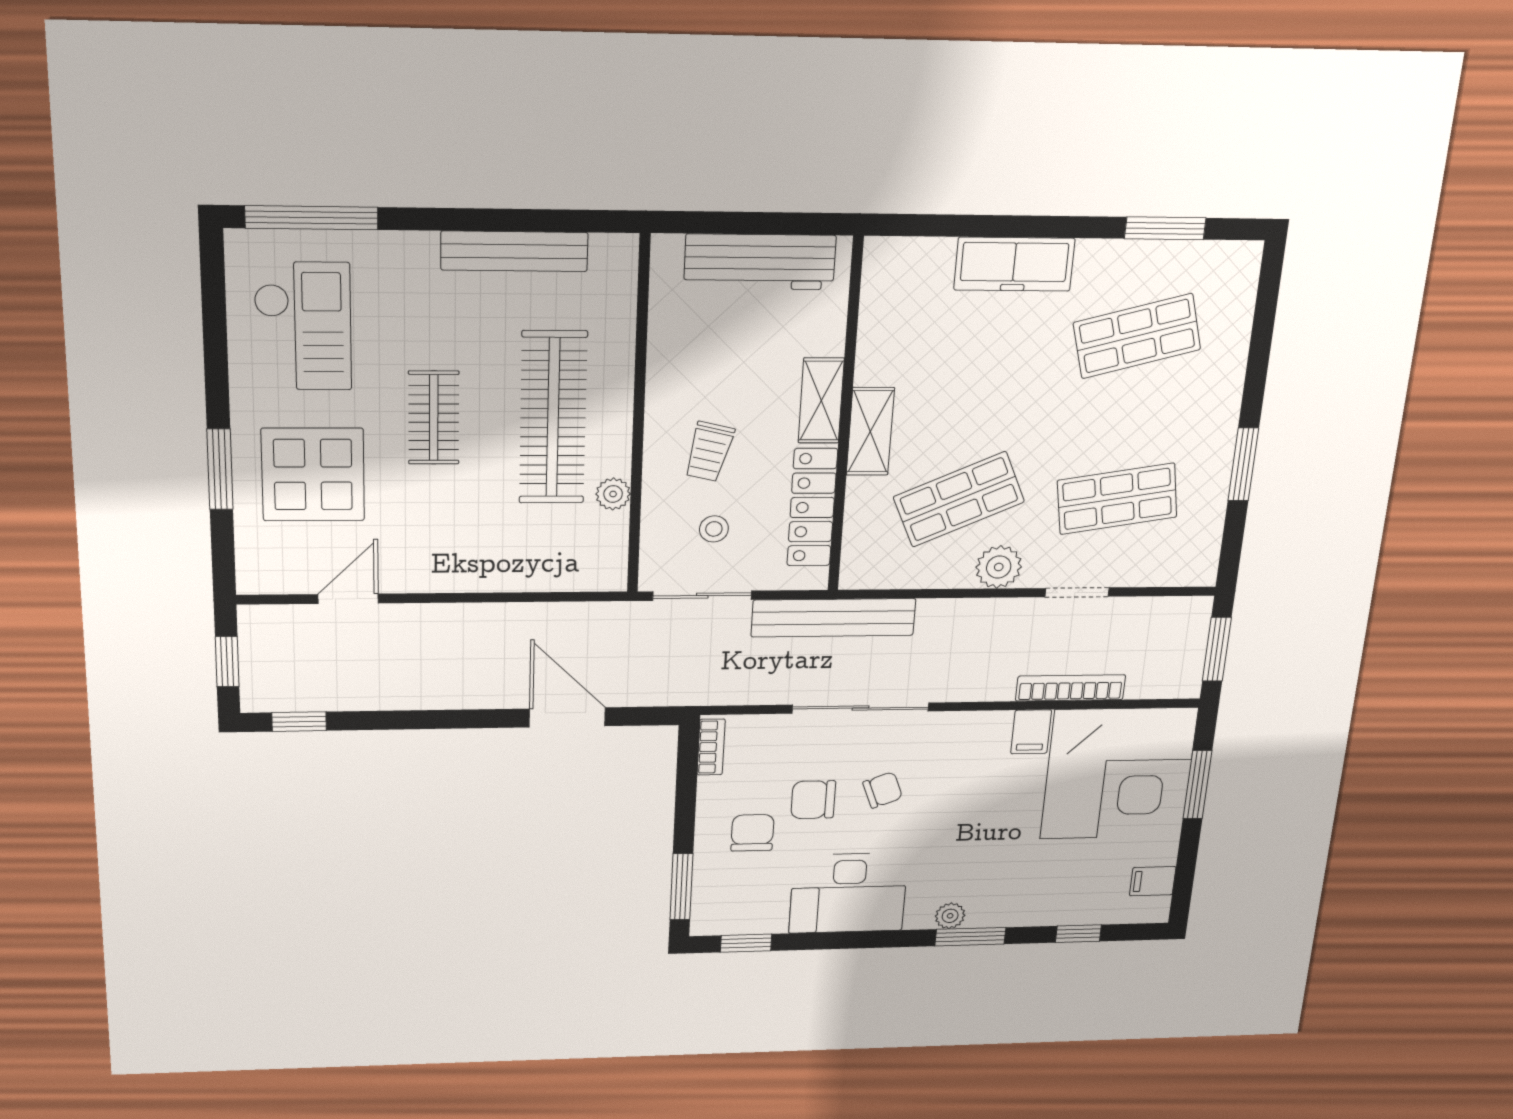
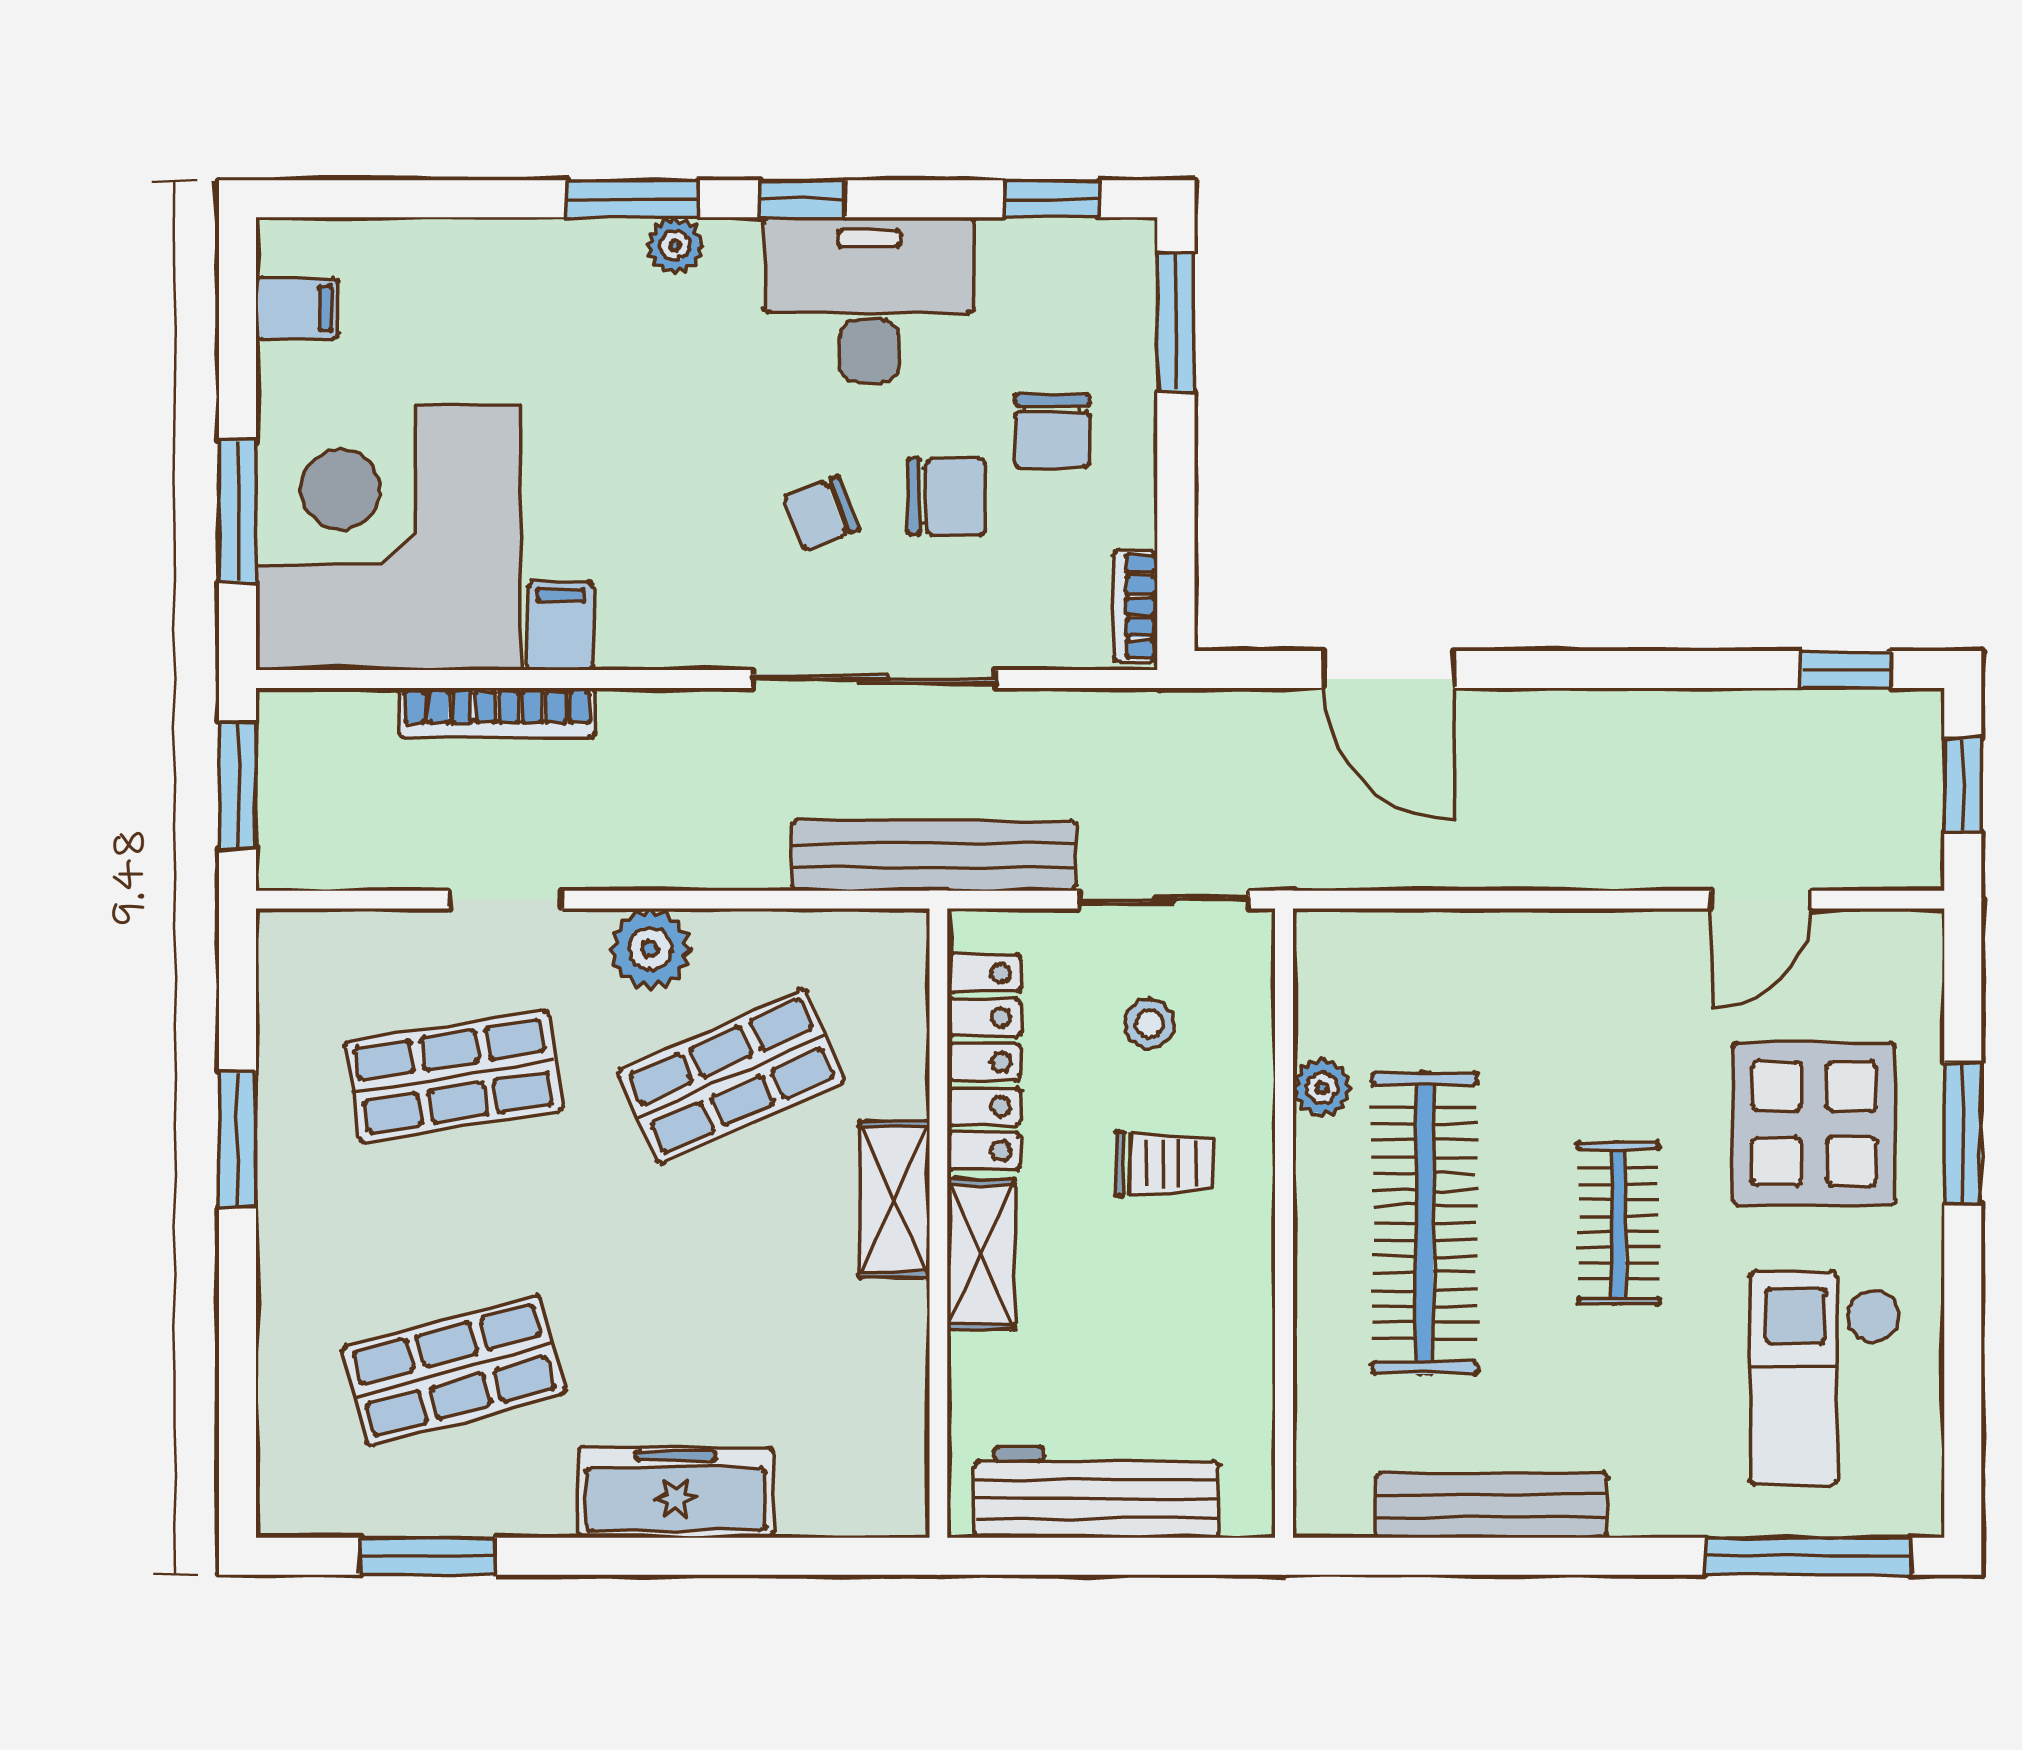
trolley: (709, 452) -> (1164, 1164), turned 77
window: (1078, 934) -> (802, 199), moved

